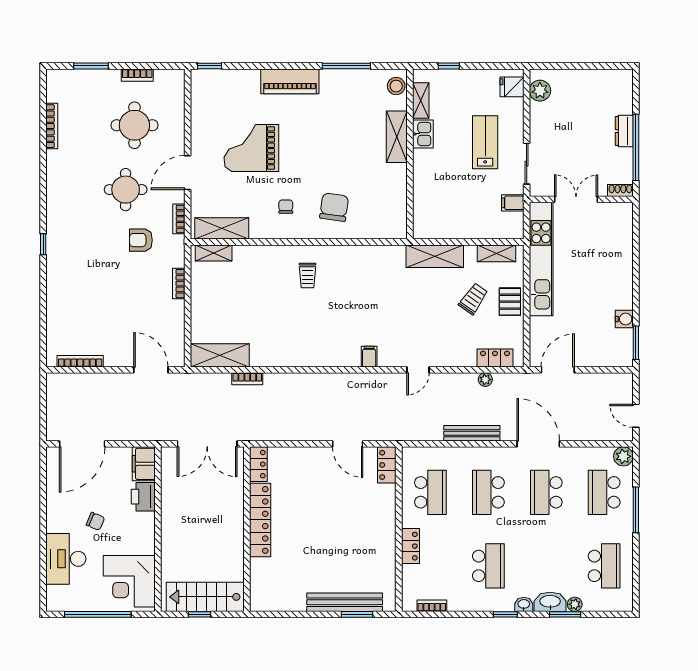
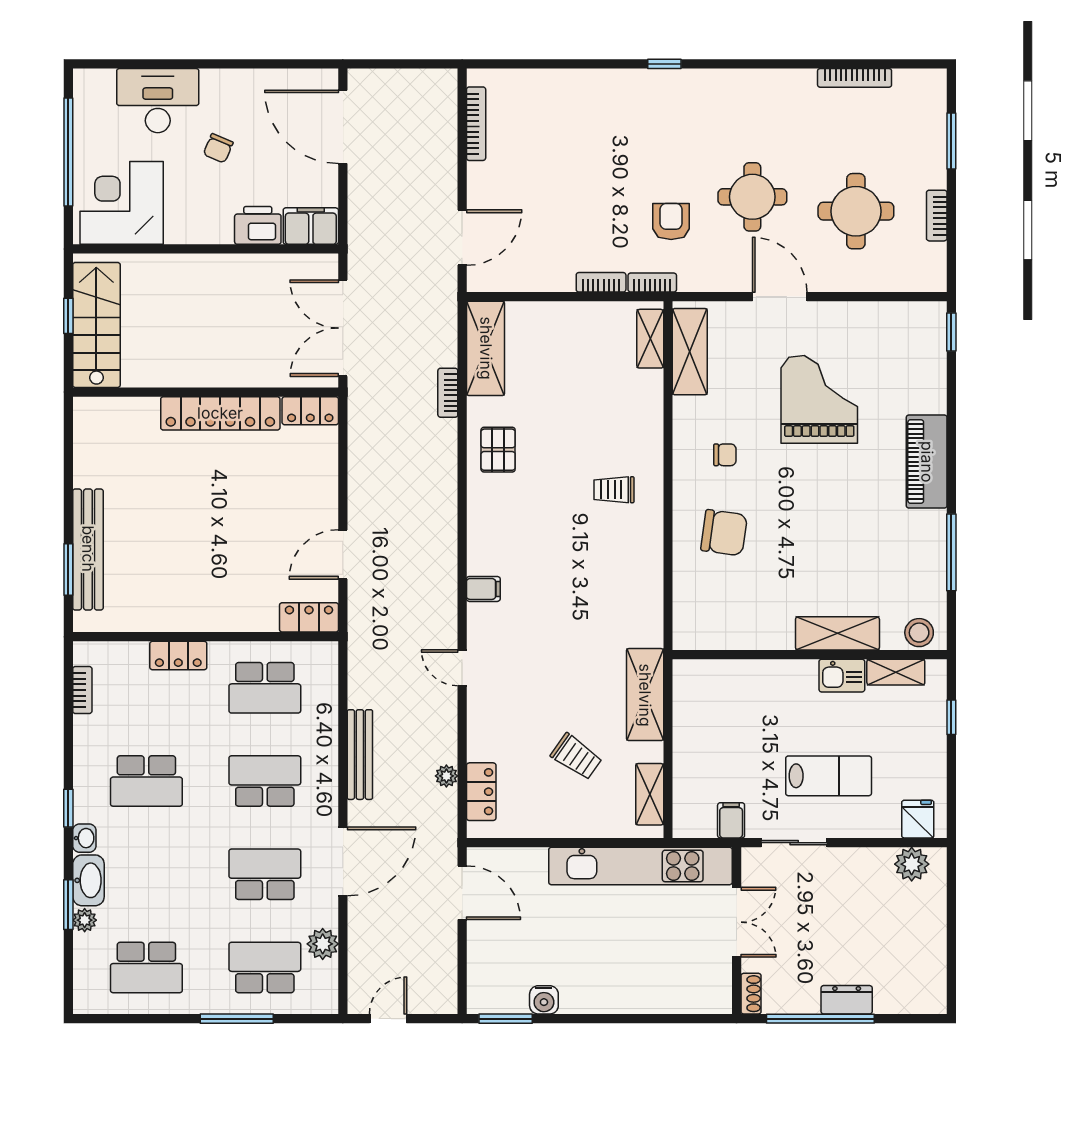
bookcase: (179, 219) -> (652, 283), moved
pallet: (510, 302) -> (498, 450), moved, turned 90
plant: (623, 456) -> (323, 944), moved

